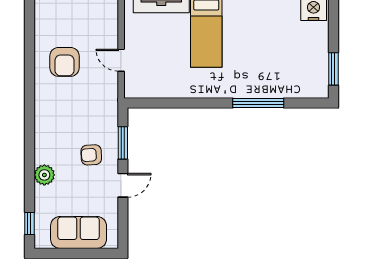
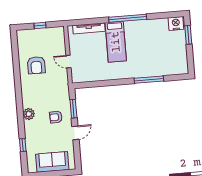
window: (333, 69) -> (188, 35), moved
plant: (44, 175) -> (29, 114), moved
window: (29, 224) -> (23, 145), moved

